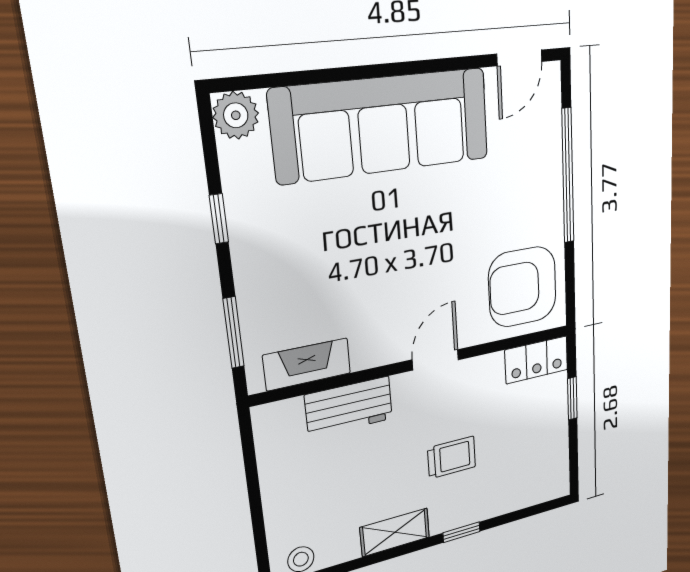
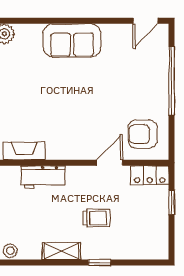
sofa: (383, 125) -> (72, 40), width x0.54, depth x0.79
armchair: (523, 287) -> (143, 134), width x0.73, depth x0.73
door: (435, 360) -> (110, 163), moved

